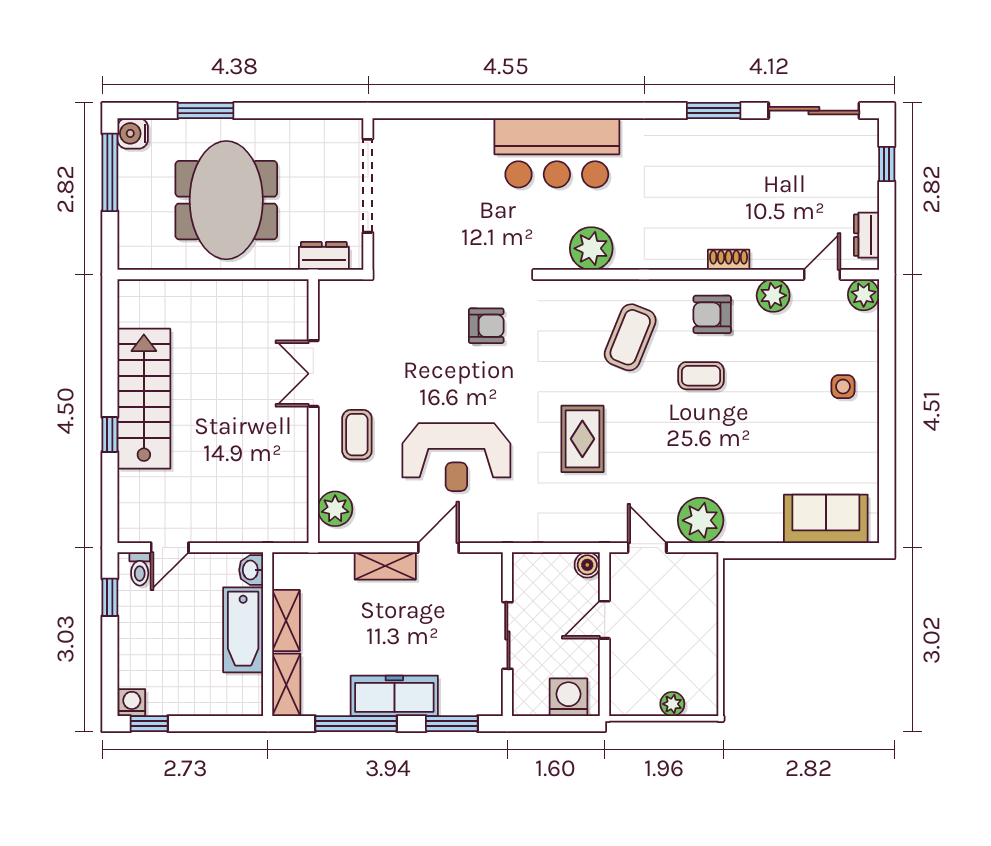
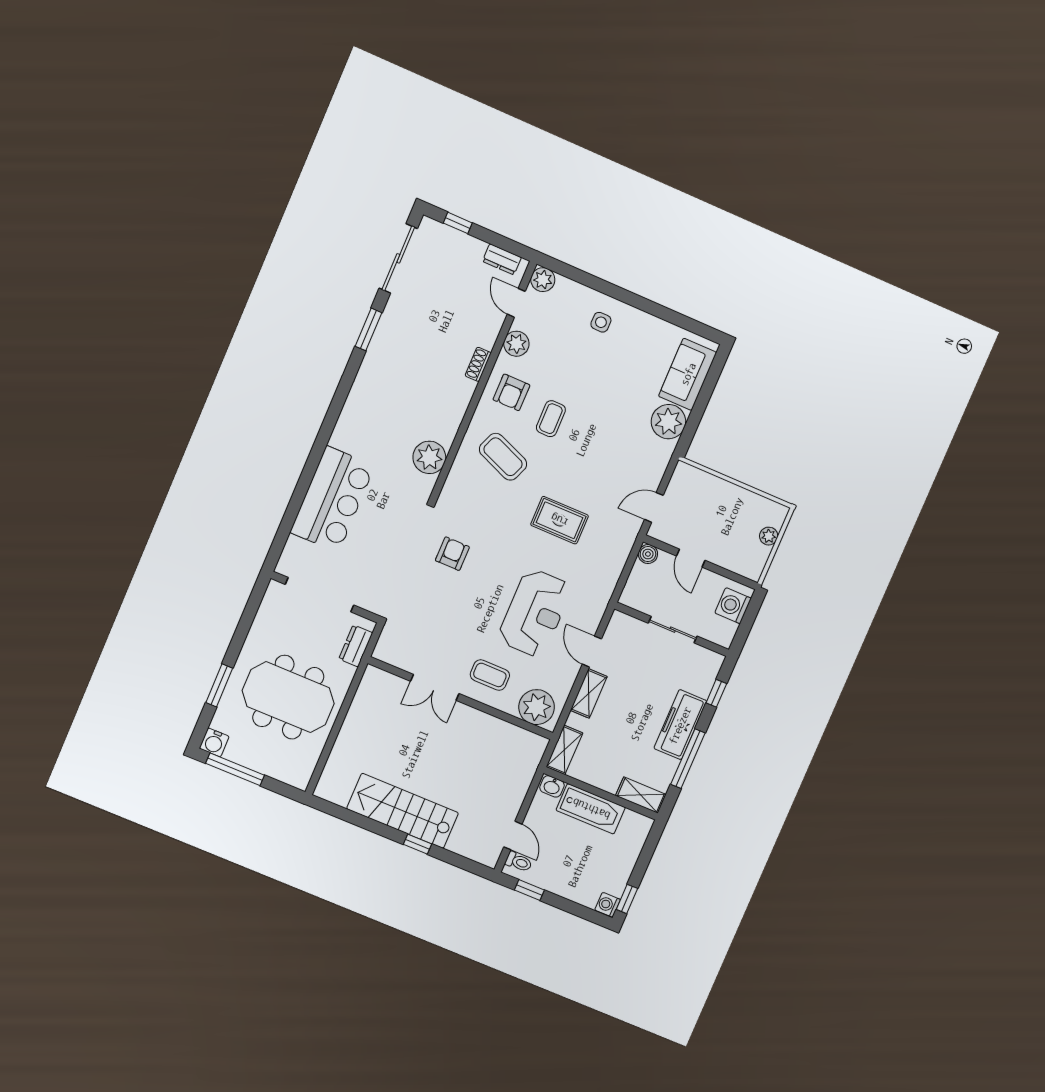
bar counter: (557, 153) -> (332, 499), moved
plant: (335, 509) -> (537, 707), width x1.36, depth x1.36
plant: (701, 520) -> (668, 422), moved
shelving: (286, 621) -> (564, 750), moved, turned 90
window: (452, 724) -> (716, 693), width x0.67

